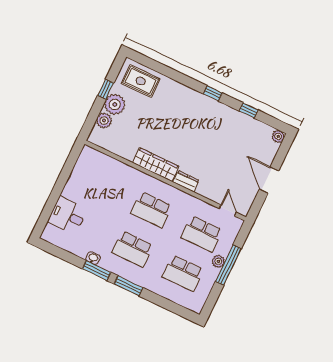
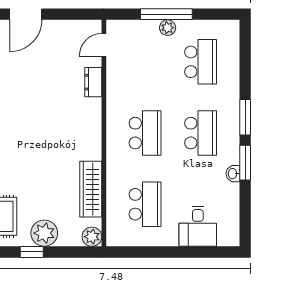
plant: (104, 121) -> (92, 237), moved
wardrobe: (156, 165) -> (91, 189), moved
door: (269, 180) -> (26, 14), moved
dresser: (186, 181) -> (93, 82), moved
school desk: (202, 234) -> (145, 204), moved

